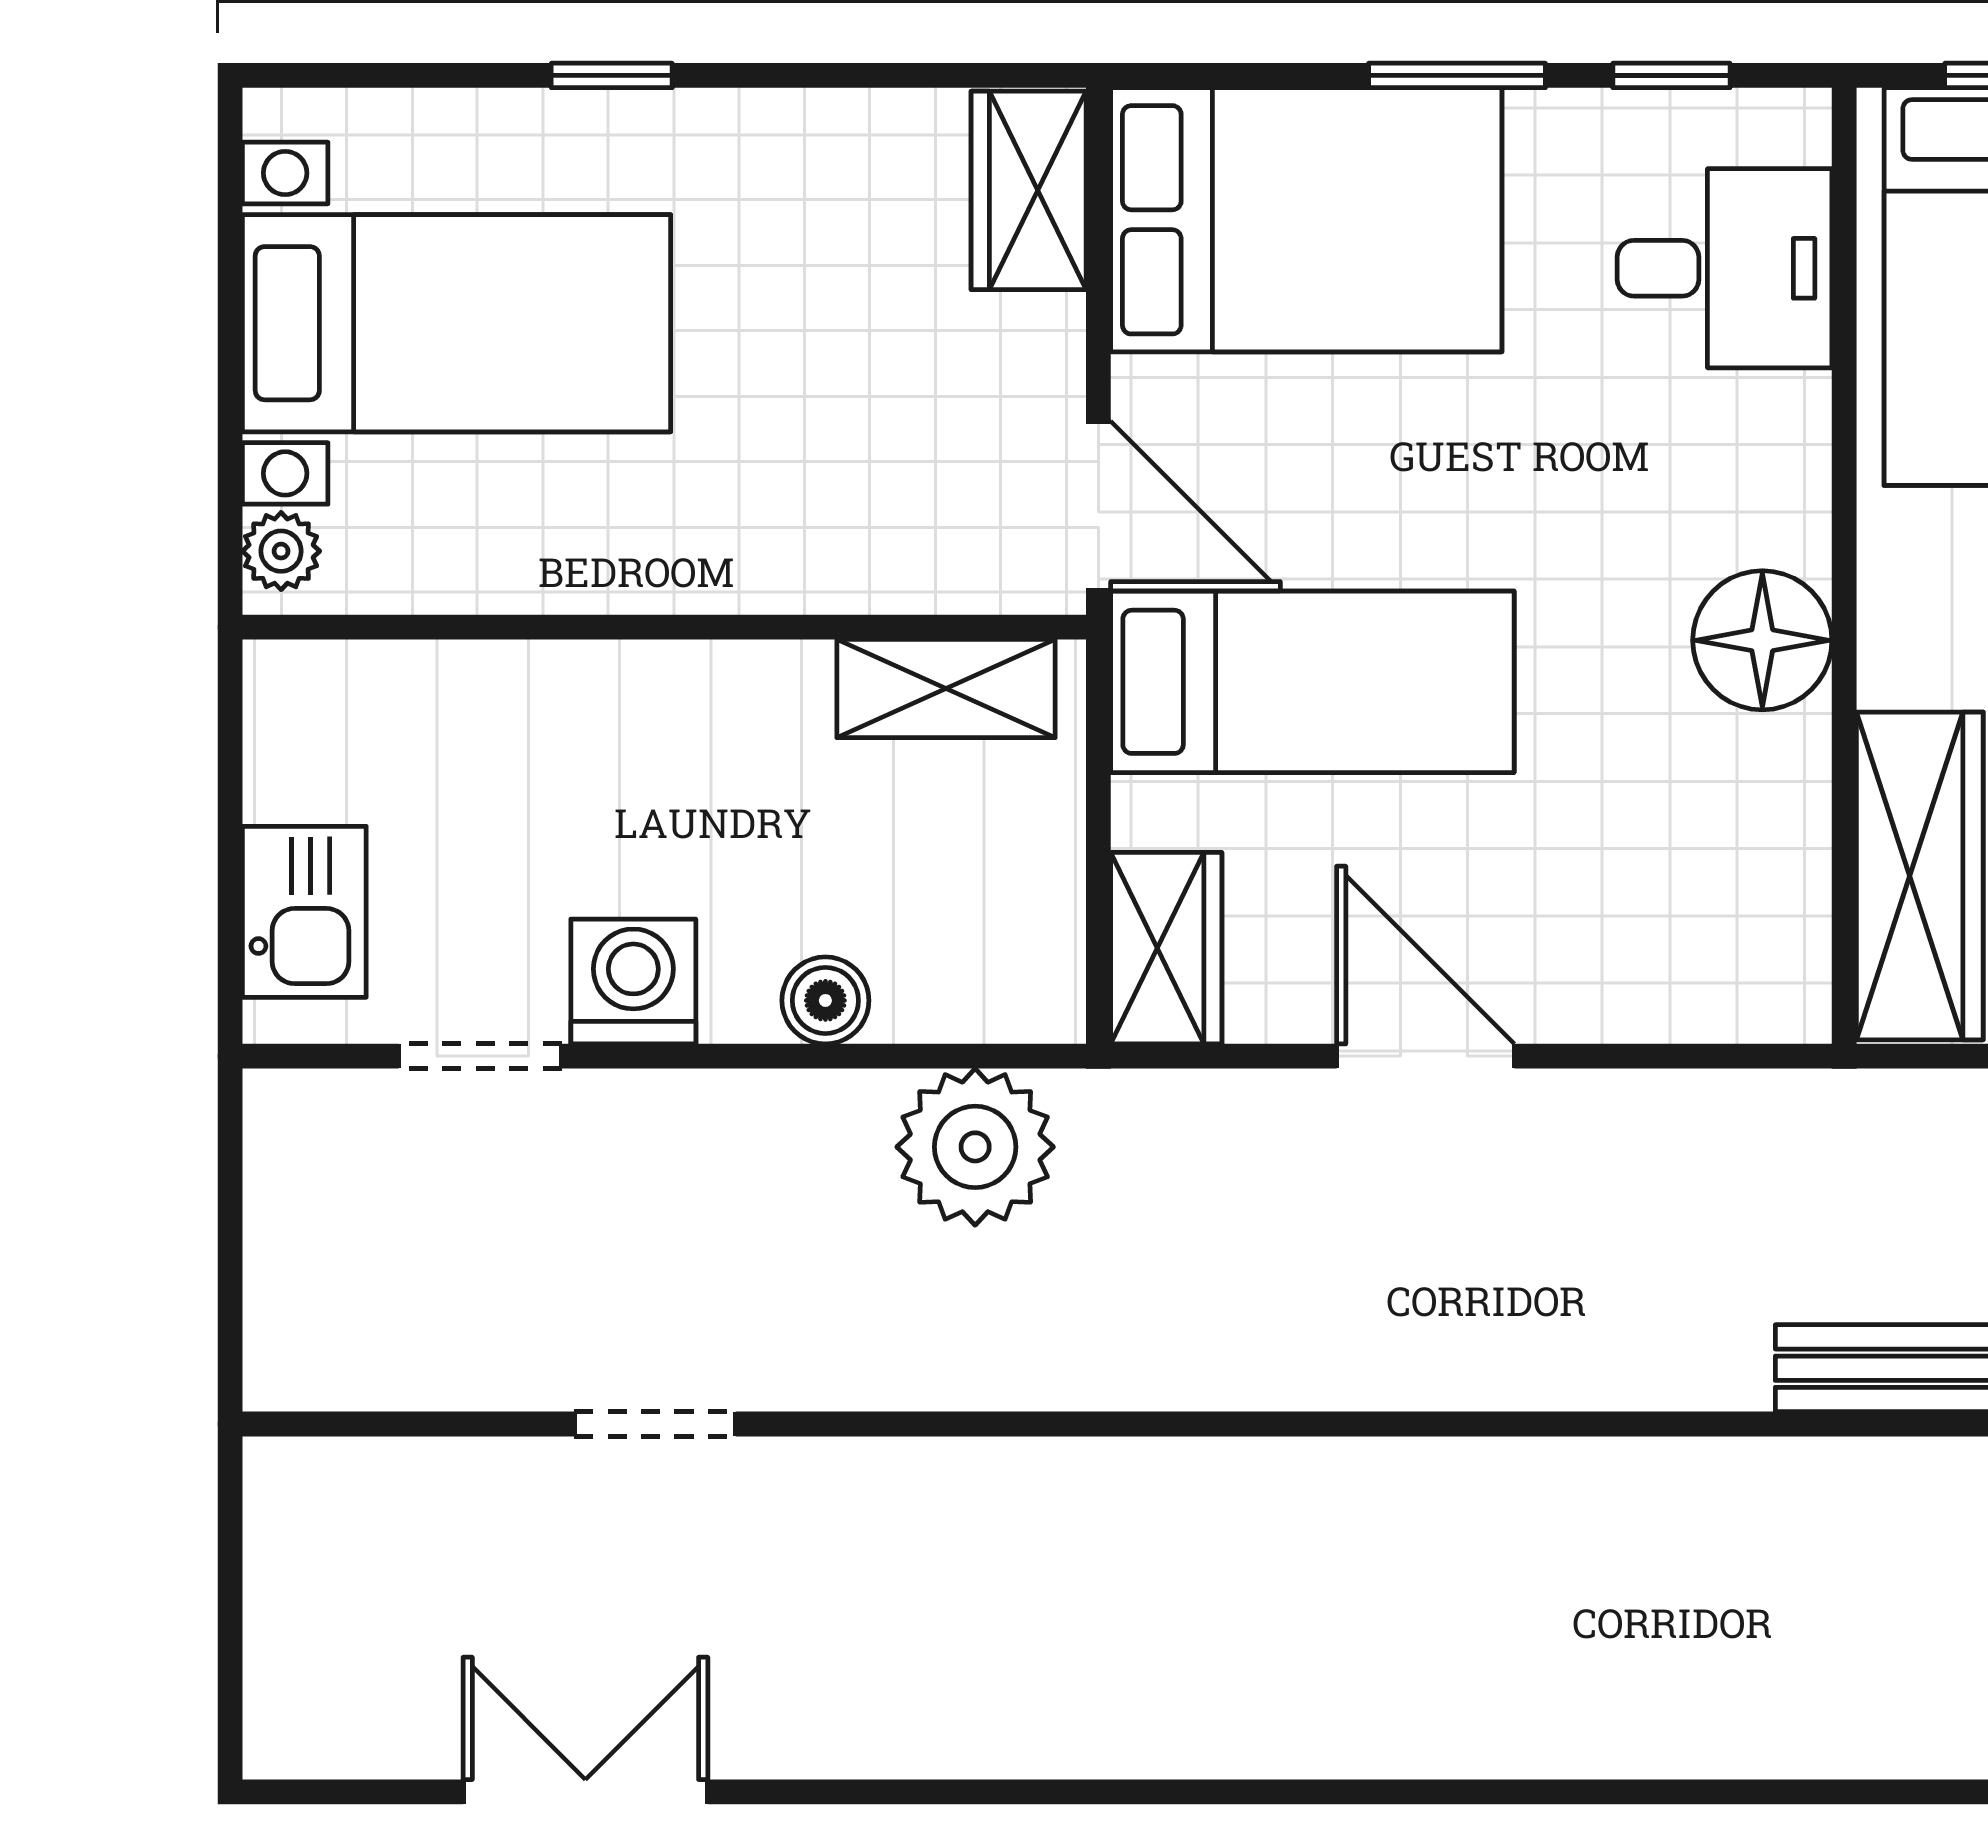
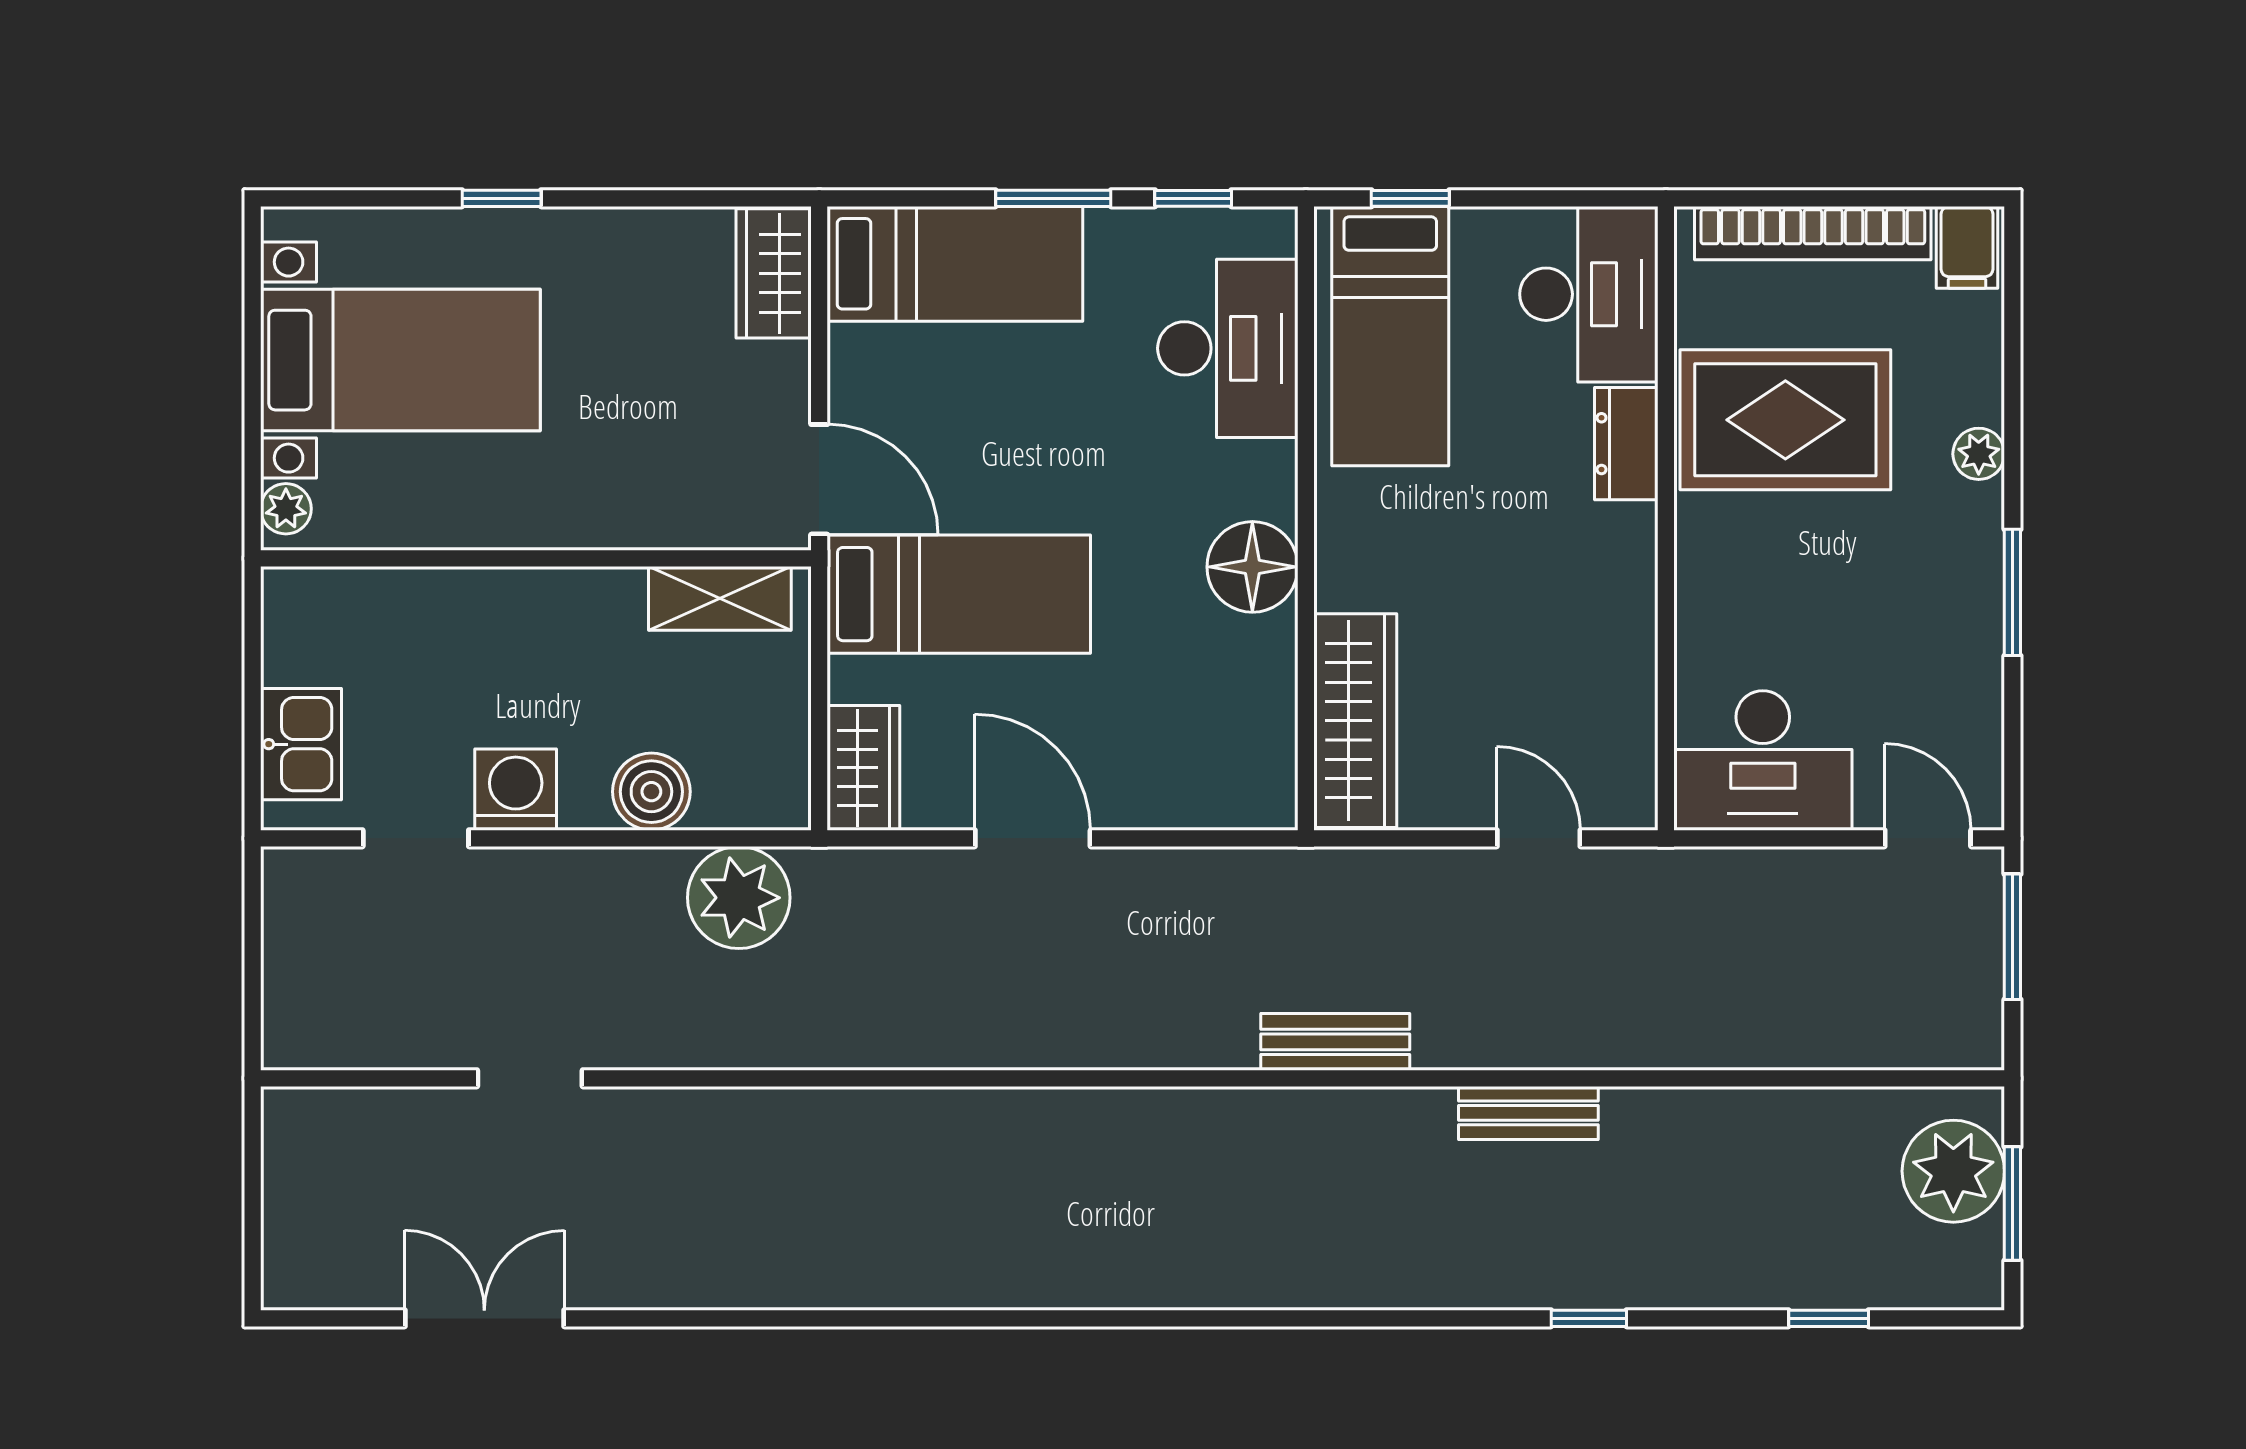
bed: (1306, 220) -> (955, 264), width x0.67
desk: (1725, 268) -> (1228, 348), width x1.37
boiler: (825, 1000) -> (651, 792), width x1.36, depth x1.36

